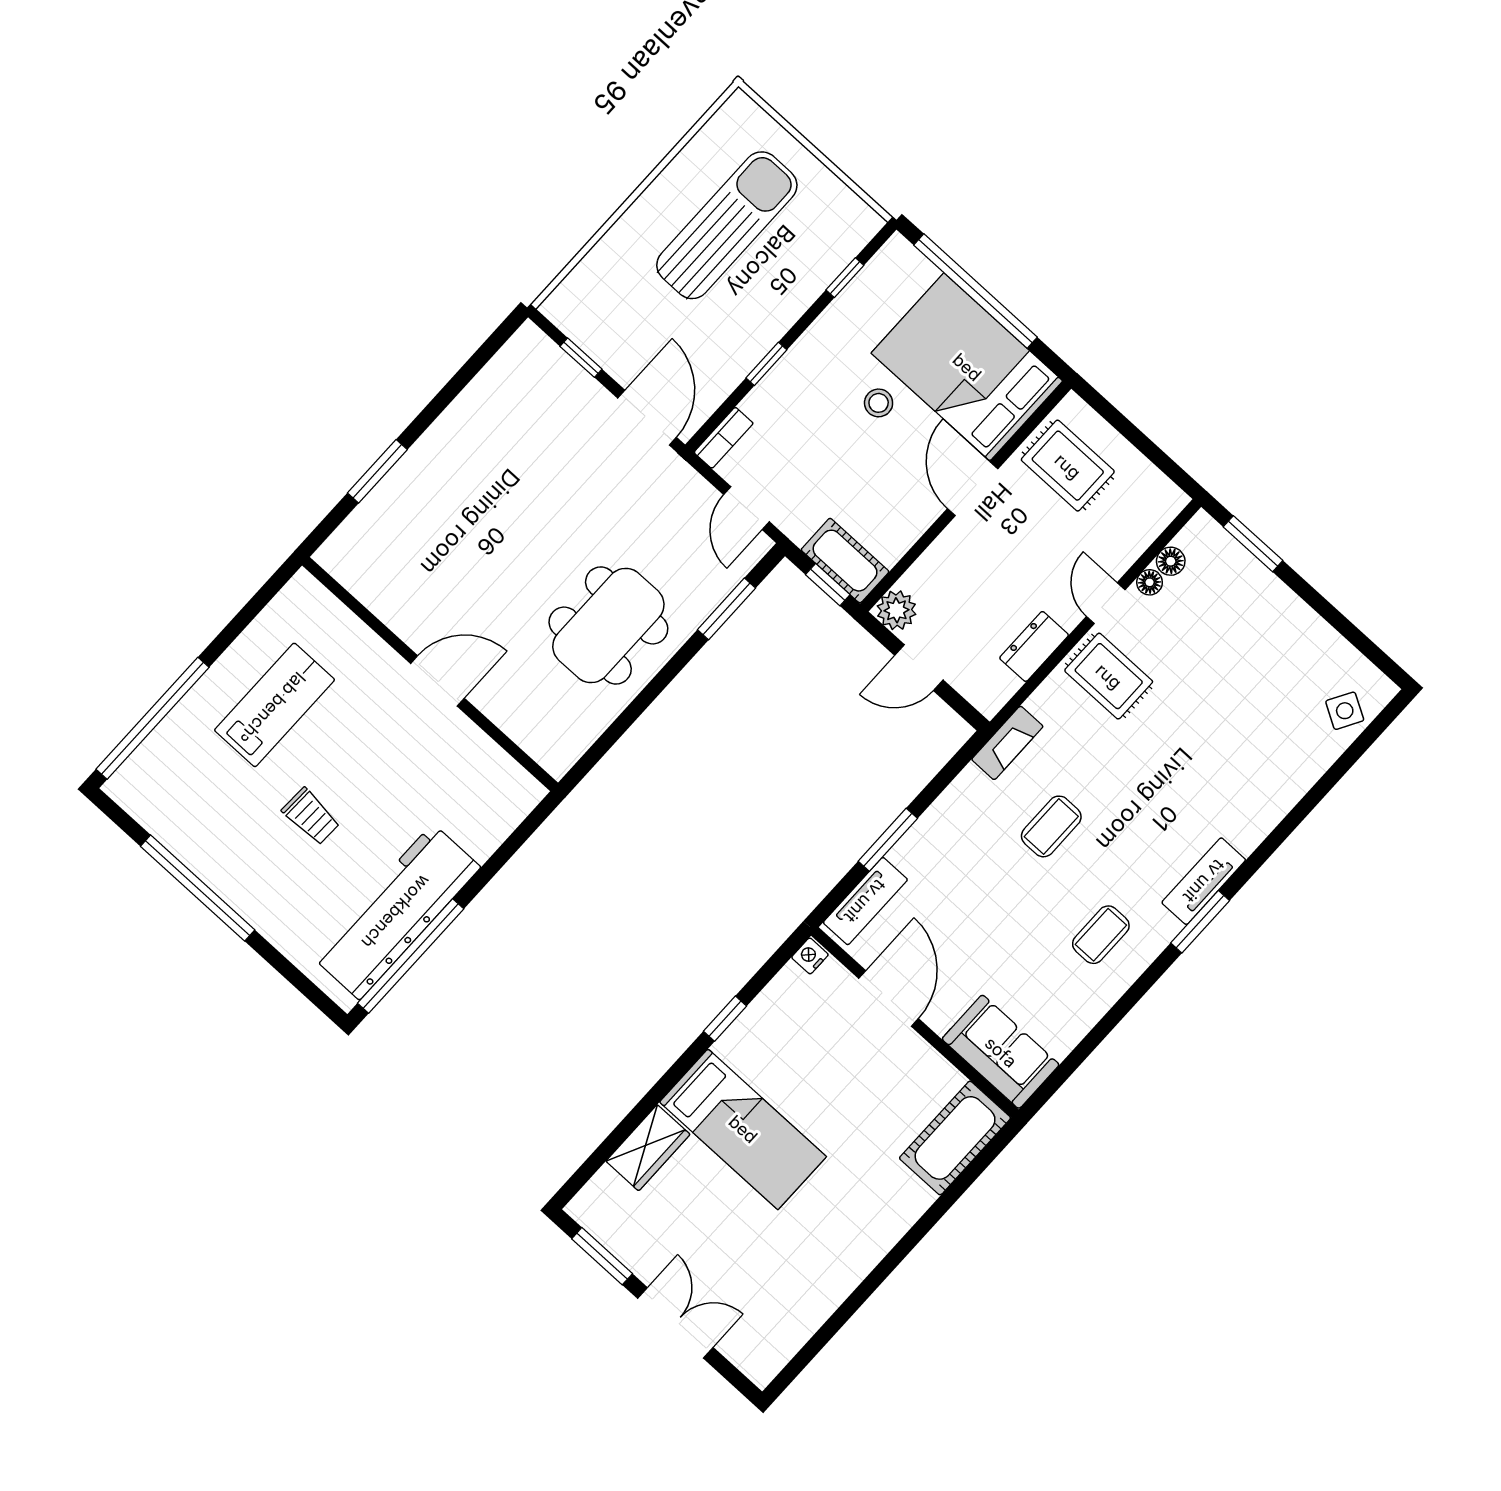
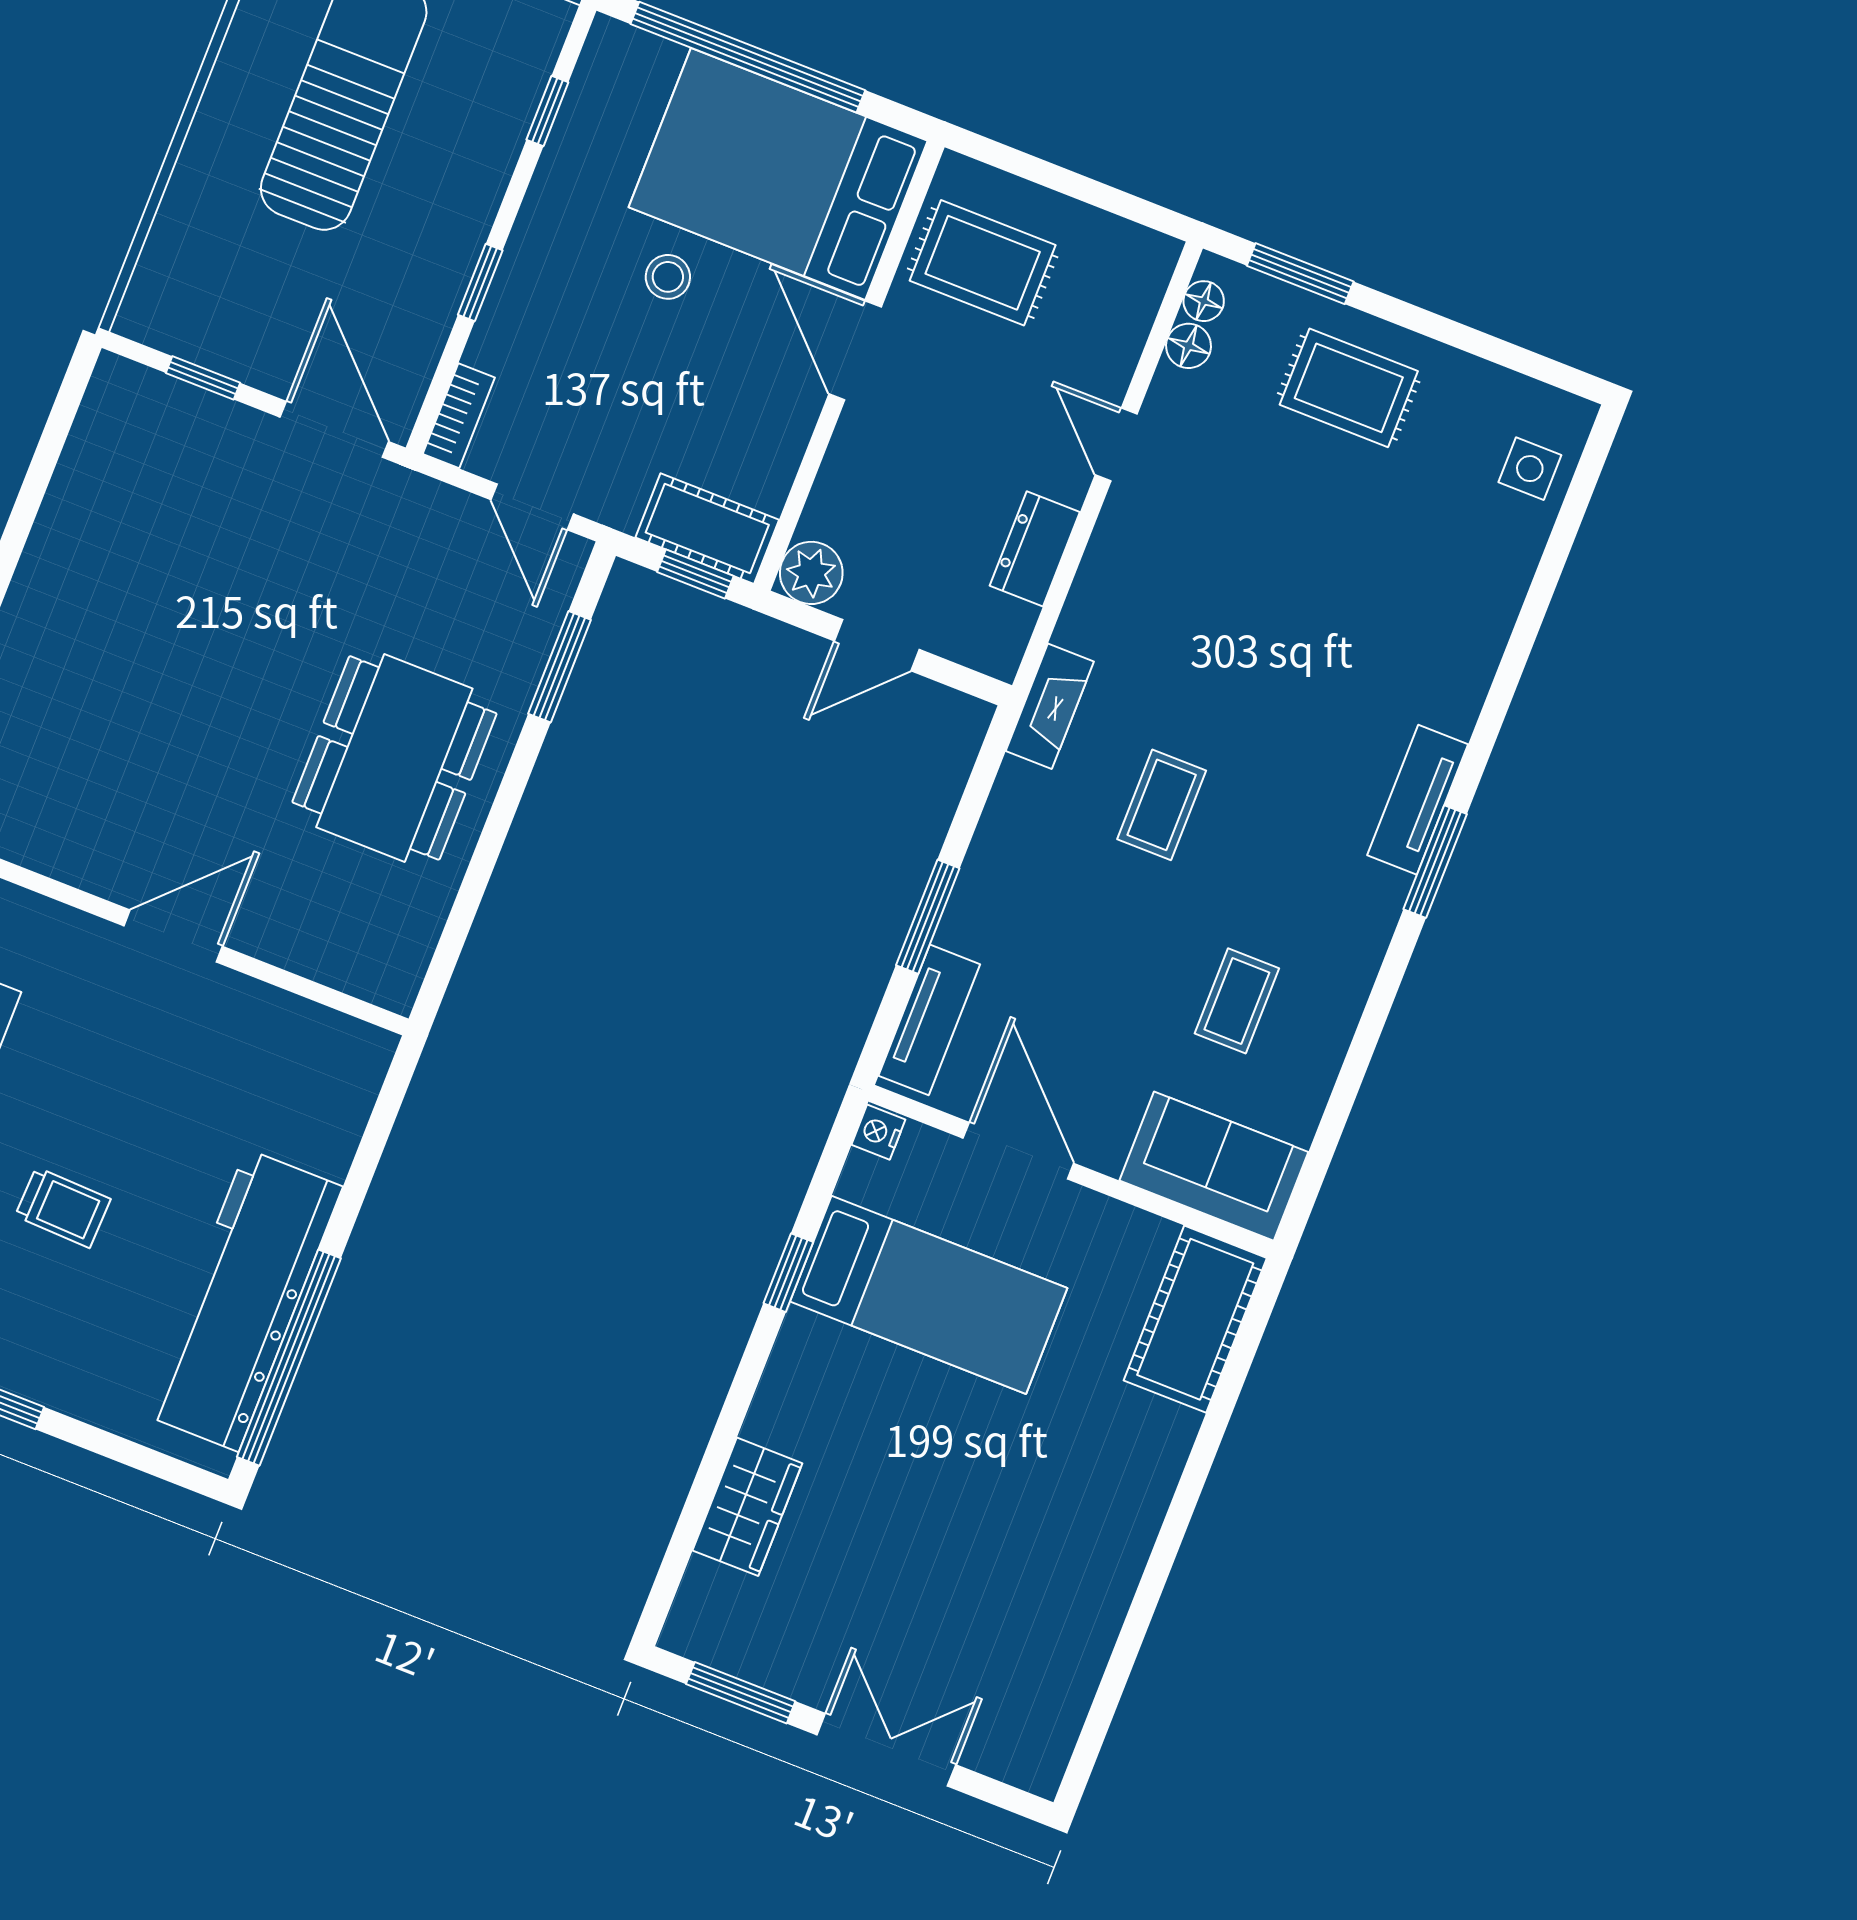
floor lamp: (1150, 582) -> (1204, 301), moved
rug: (1109, 676) -> (1349, 388), moved
side table: (1345, 711) -> (1530, 469), turned -30
coffee table: (1101, 935) -> (1237, 1001), moved
bed: (743, 1129) -> (929, 1295), moved

